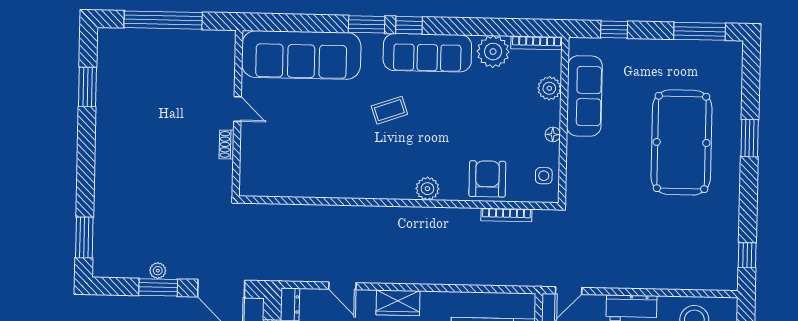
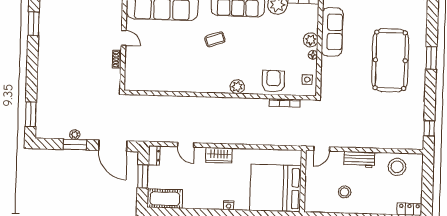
plant: (549, 88) -> (311, 40), moved

